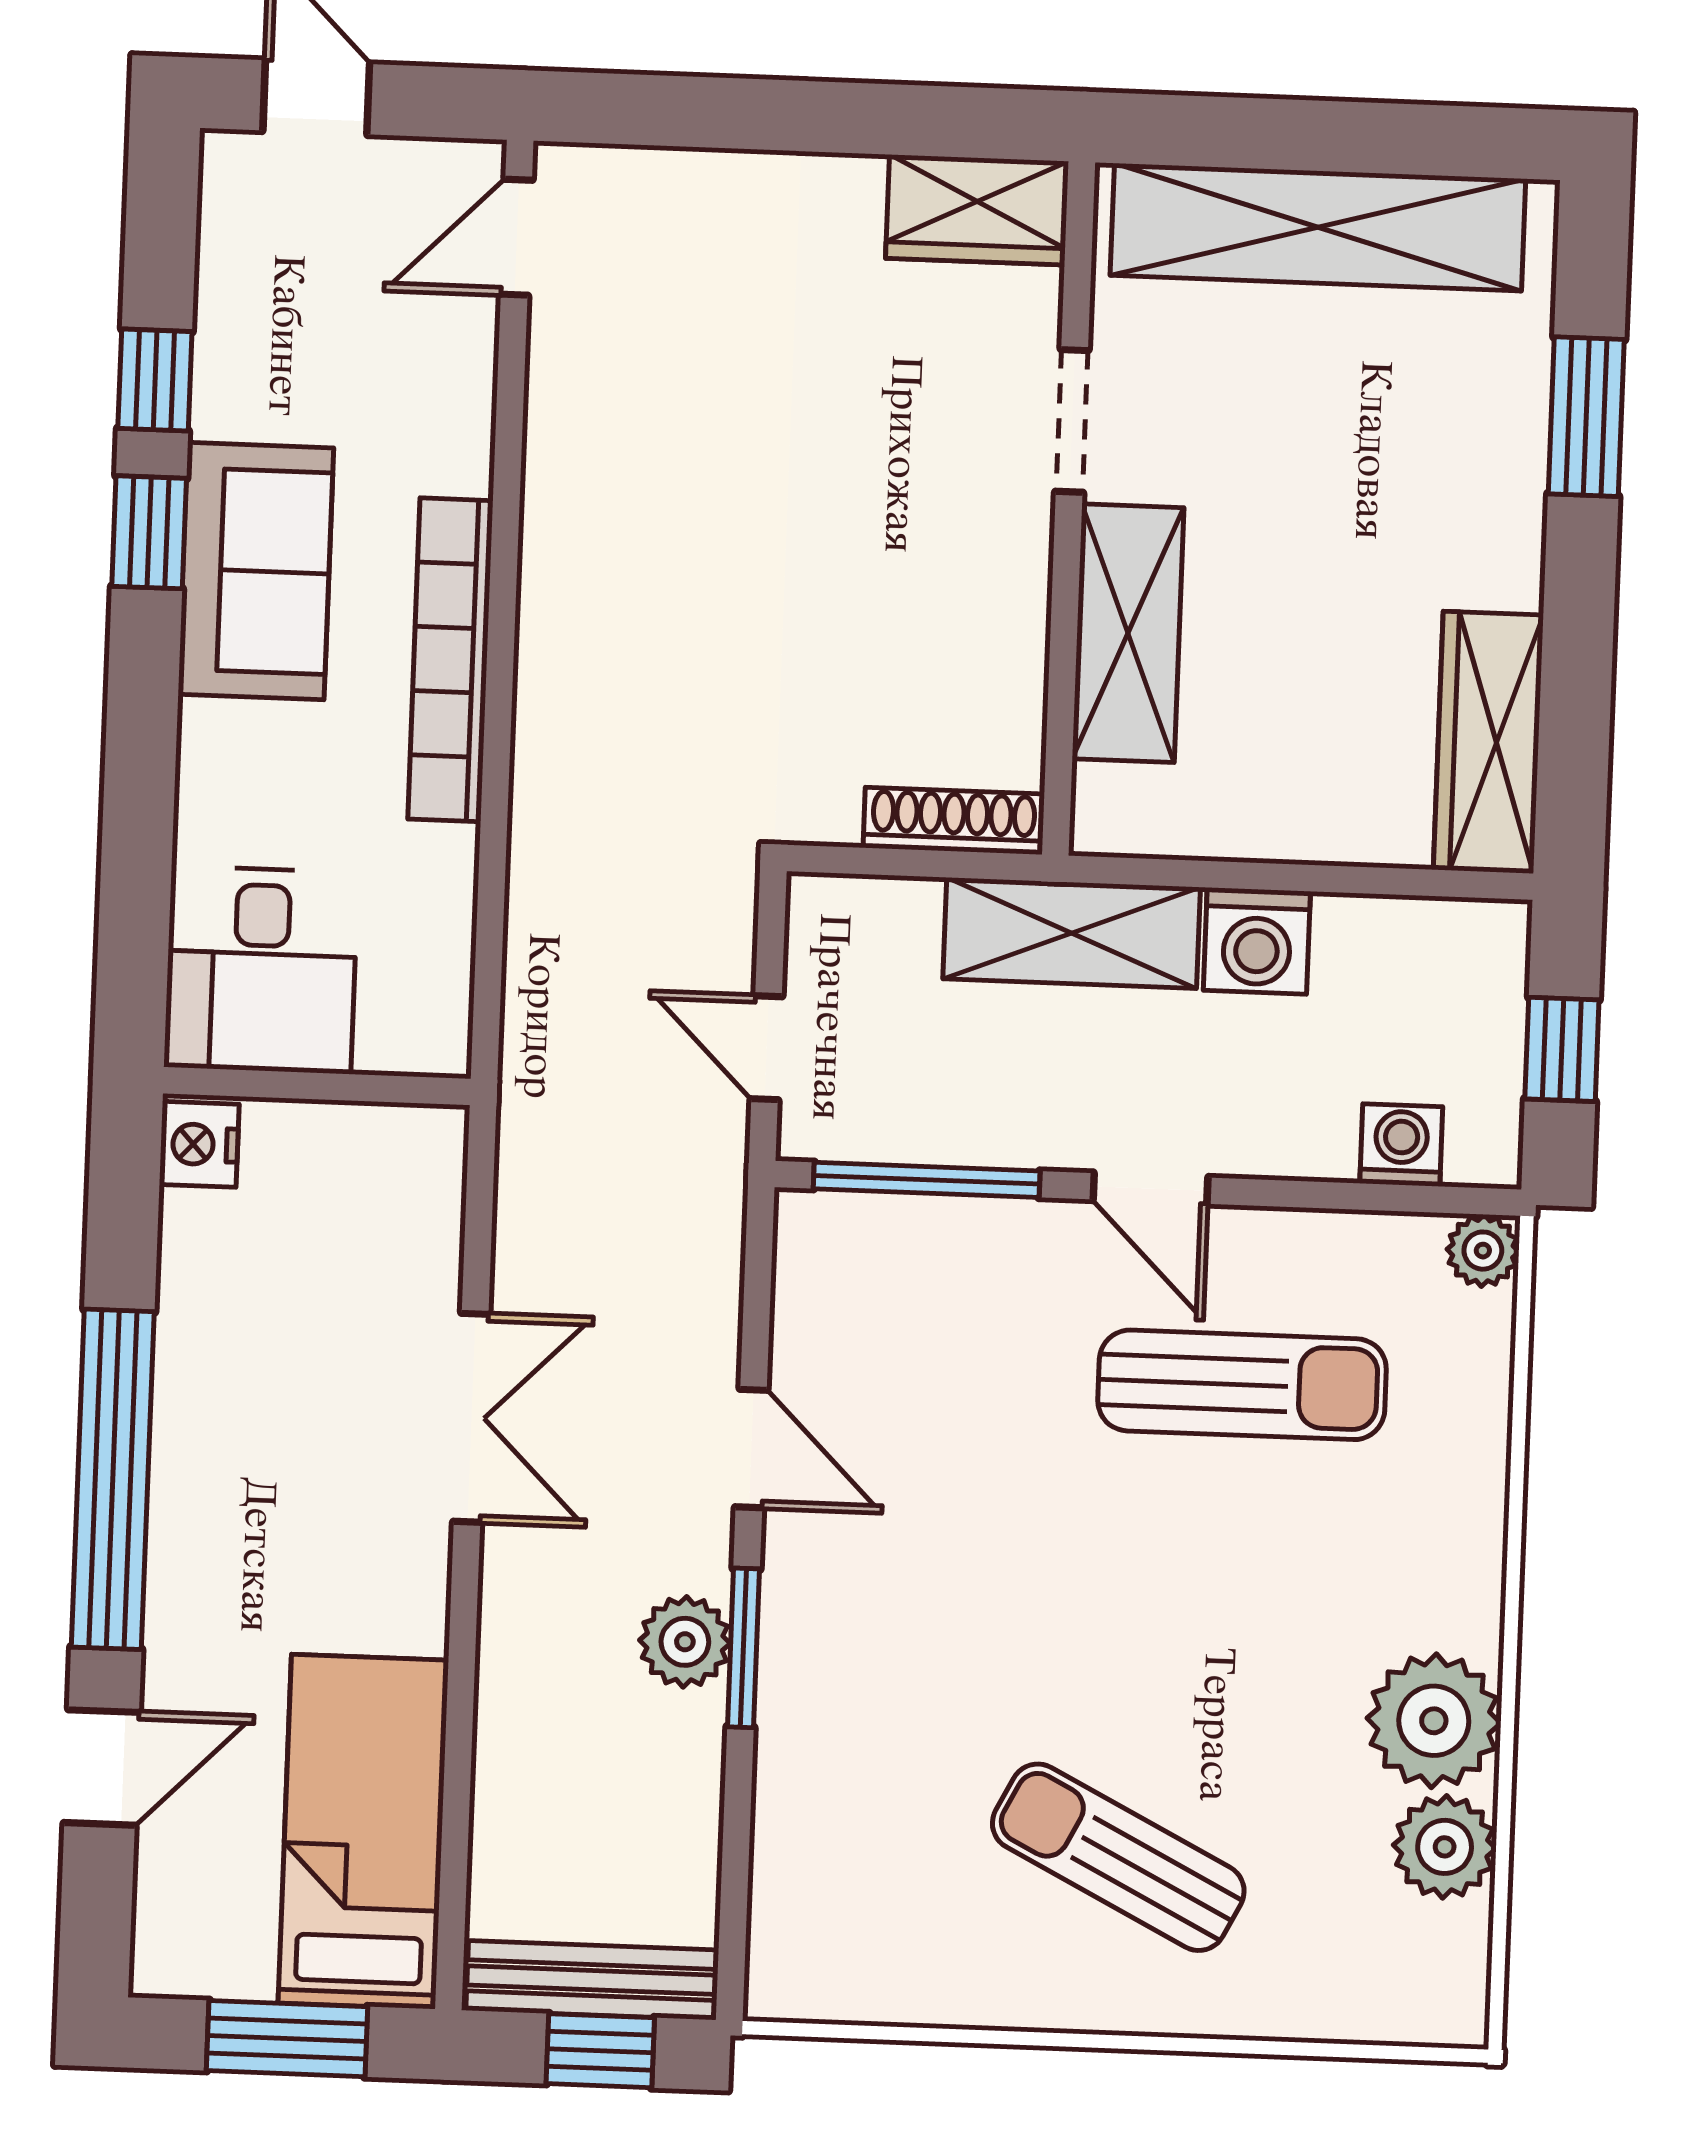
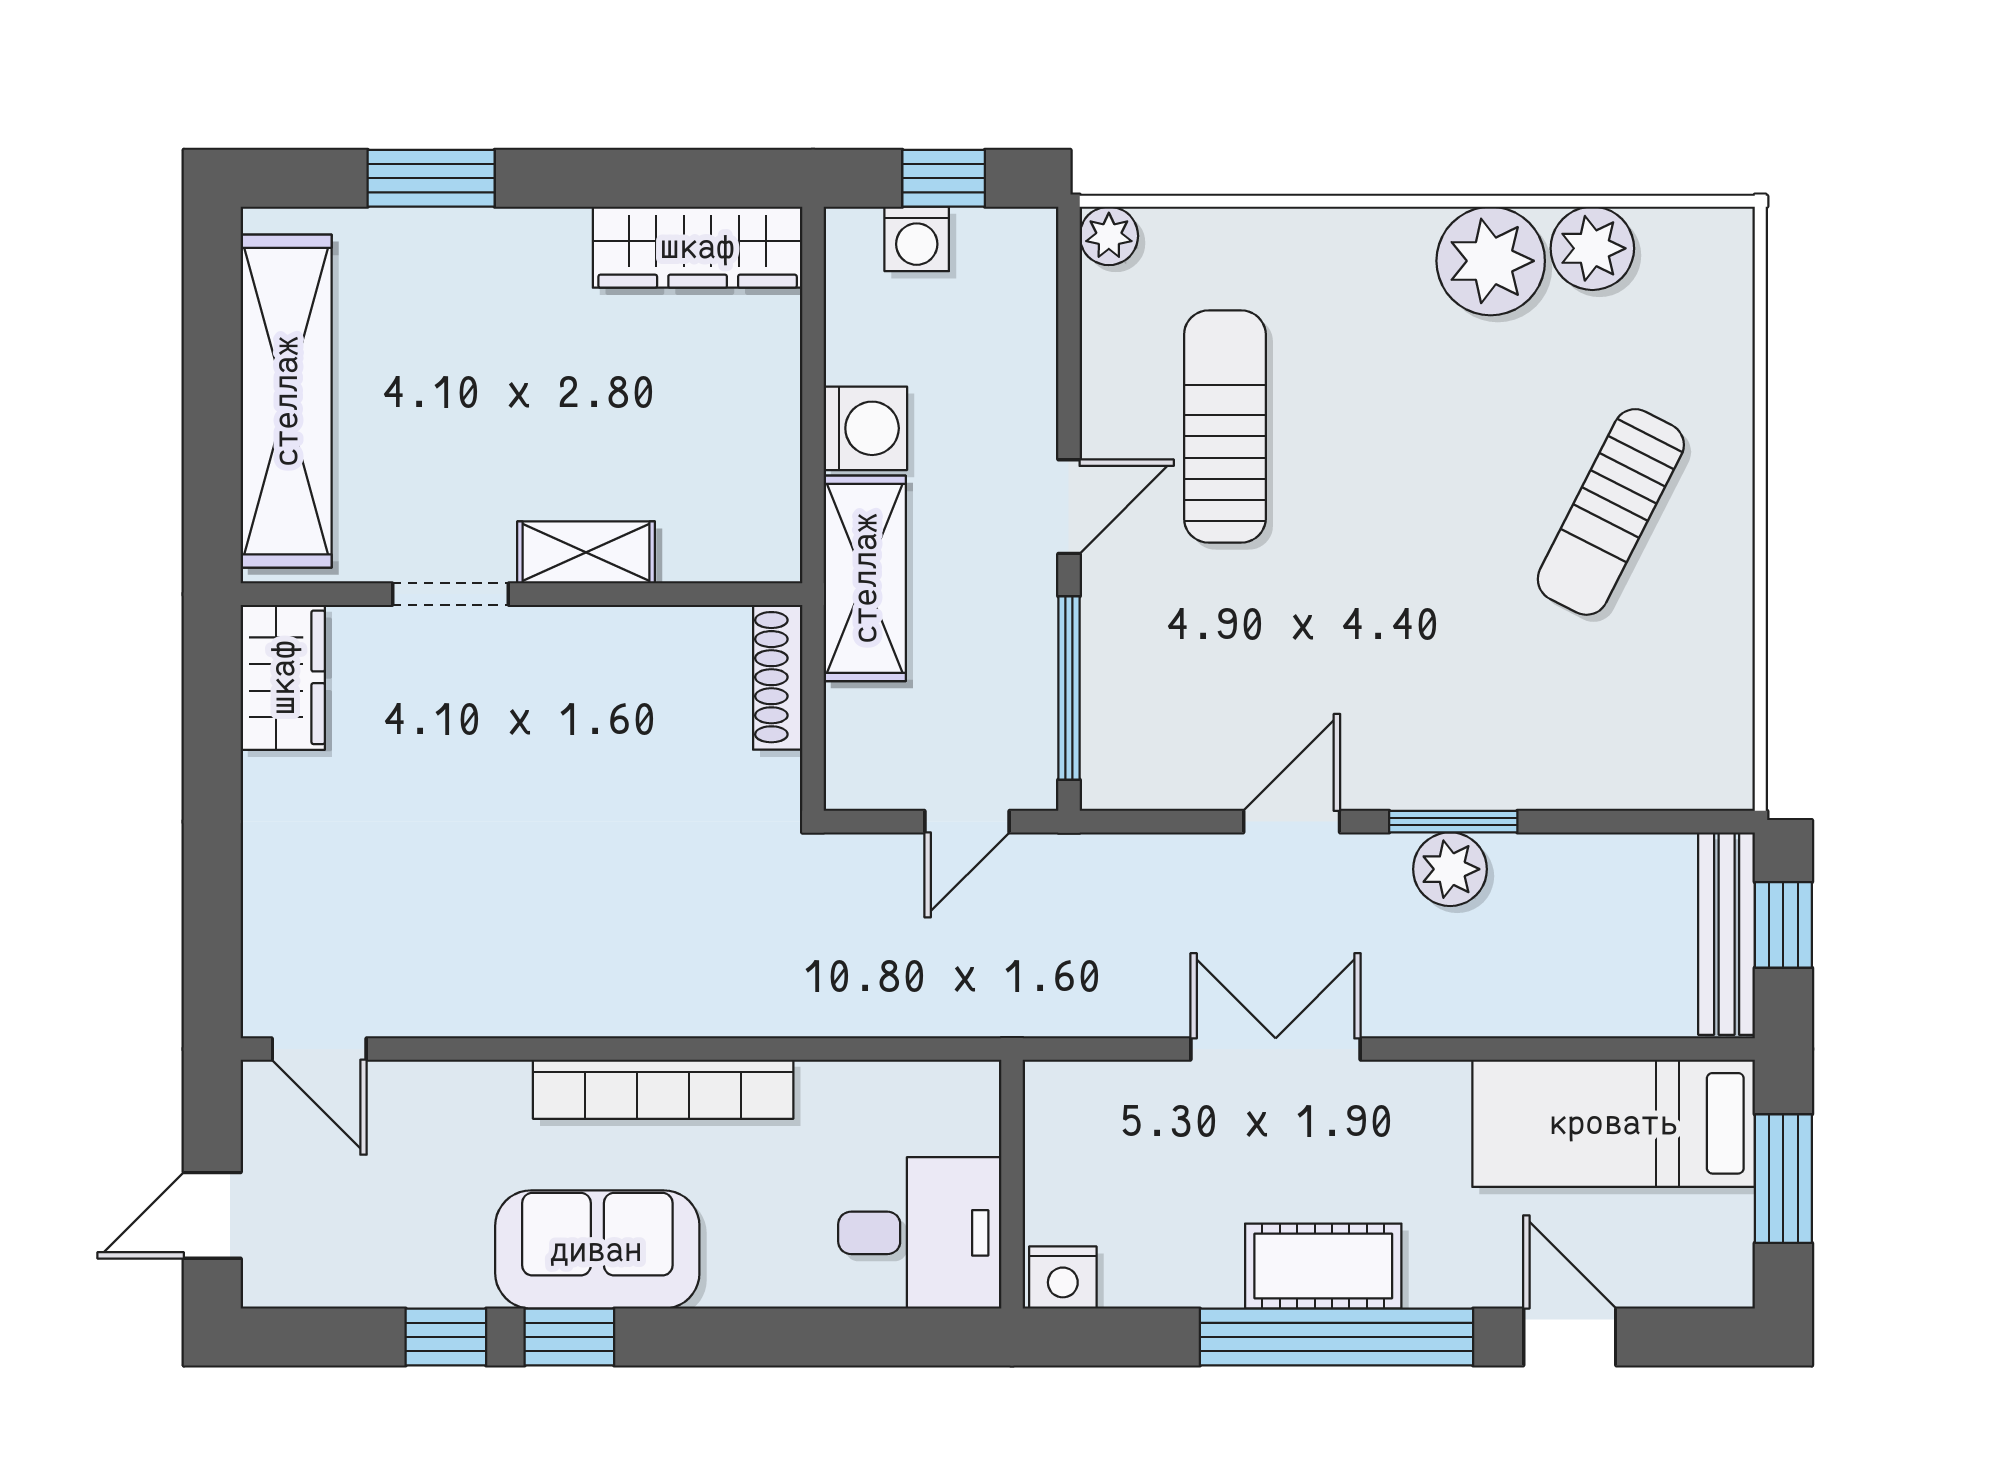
shelving: (1128, 633) -> (586, 552), width x0.67, depth x0.75
washing machine: (1401, 1145) -> (917, 239), moved, turned -90
cot: (201, 1466) -> (1323, 1266), added

